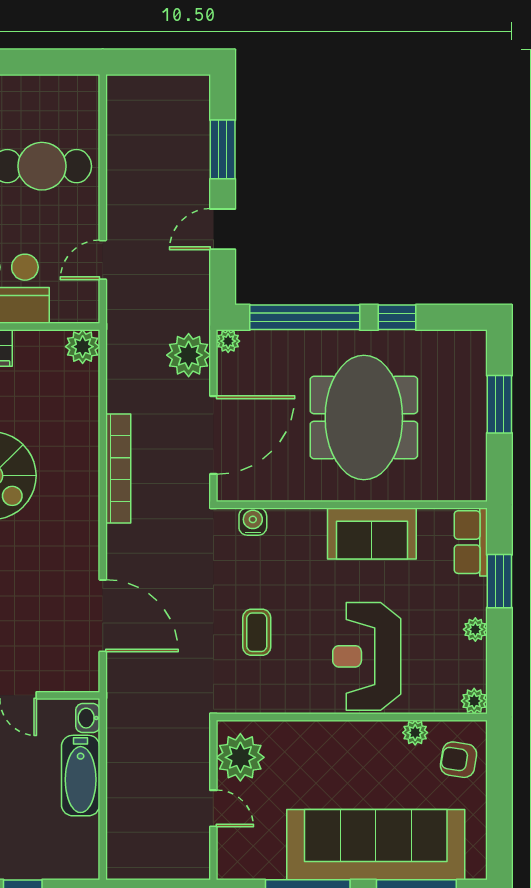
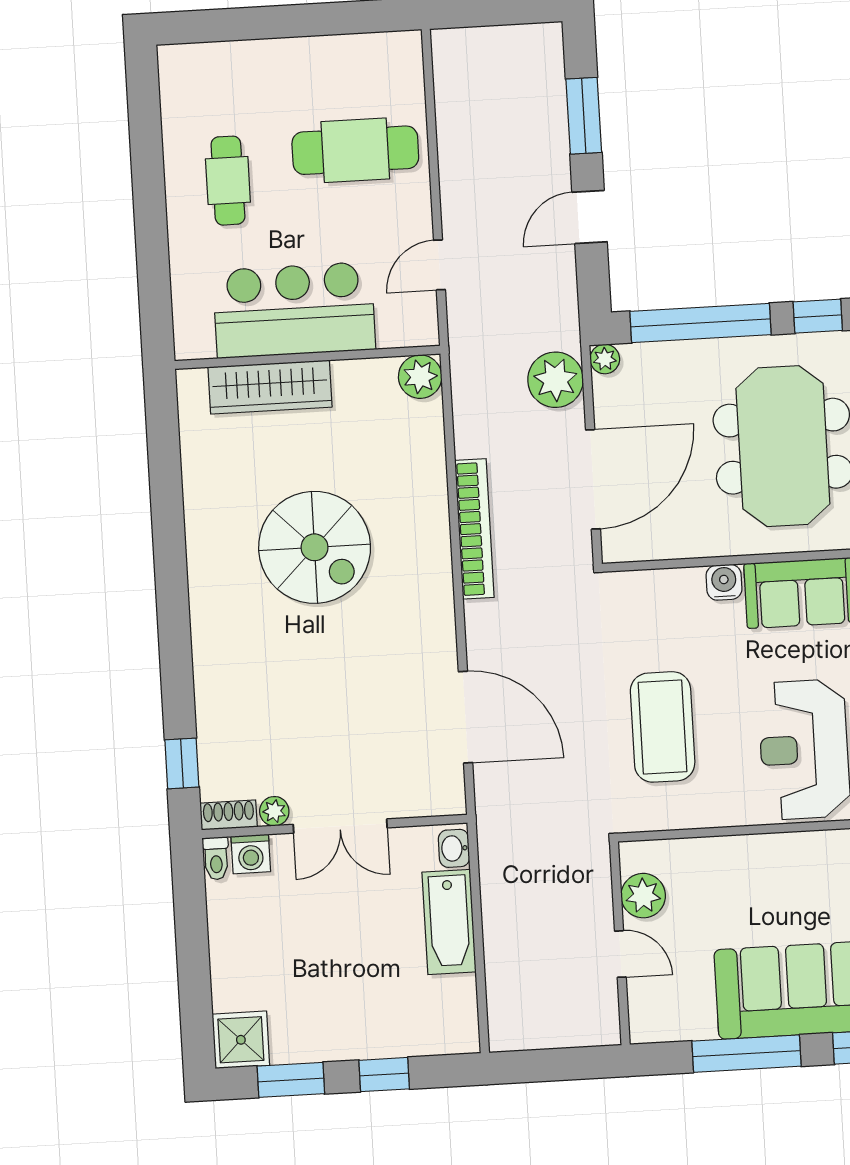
water cooler: (253, 522) -> (724, 582), moved
coffee table: (257, 632) -> (663, 727), width x1.86, depth x1.72
plant: (240, 757) -> (643, 896), width x0.73, depth x0.73

